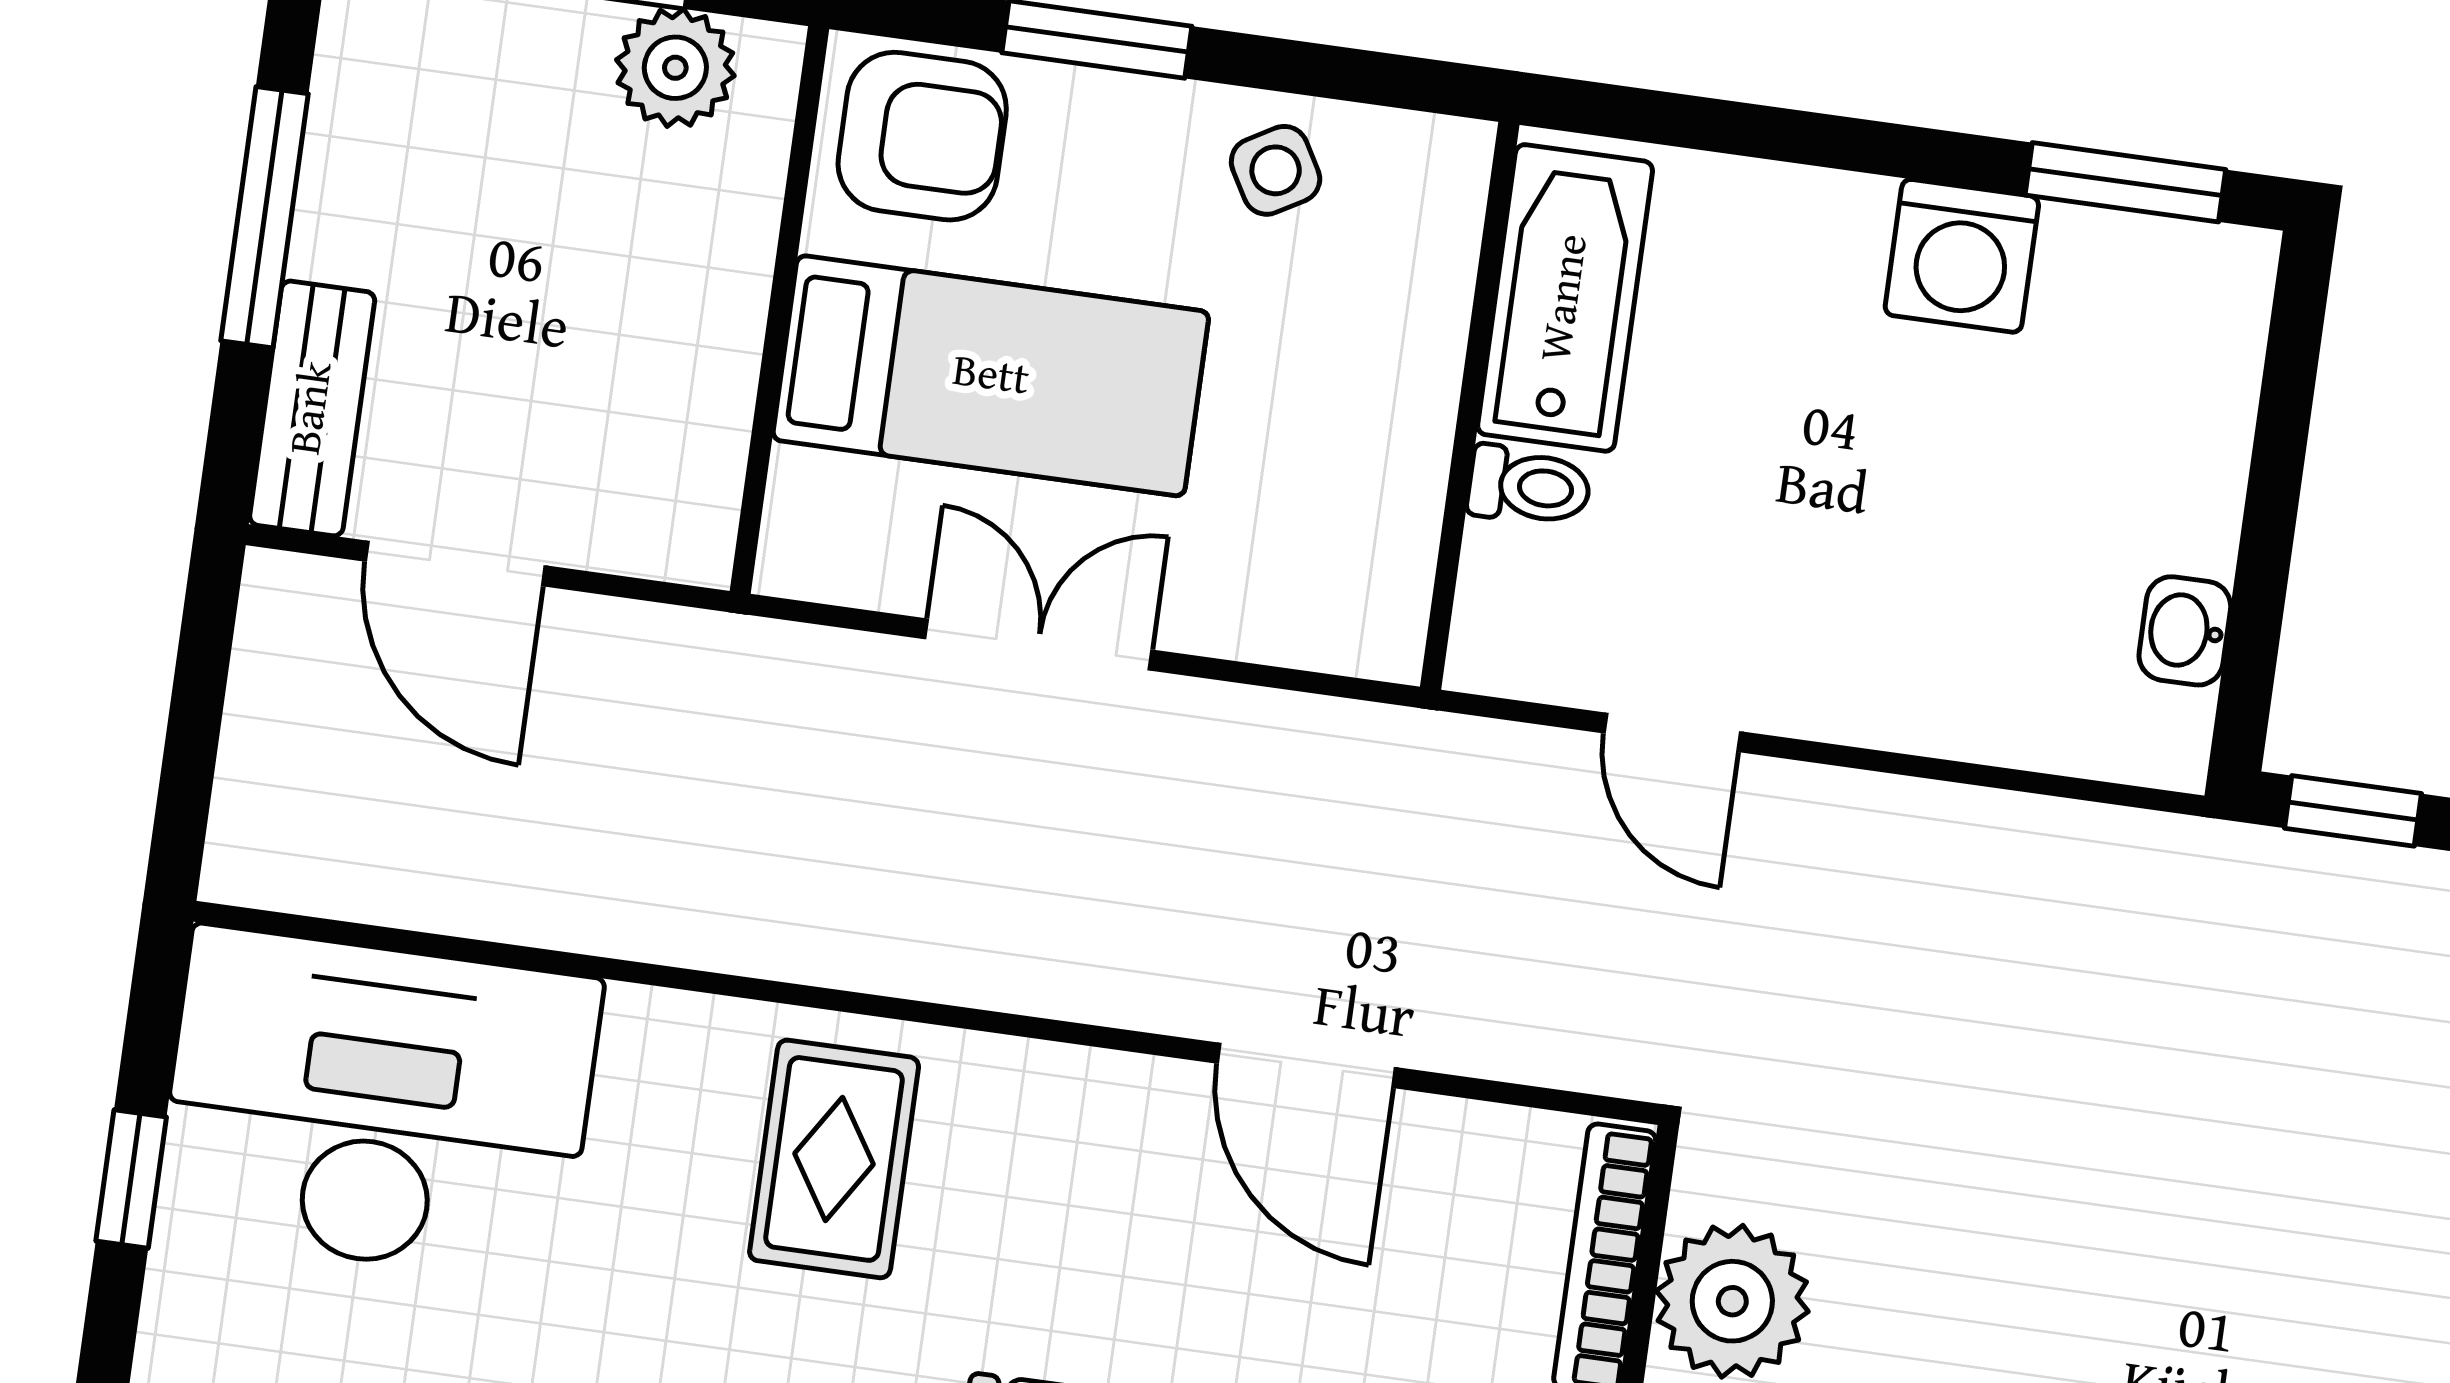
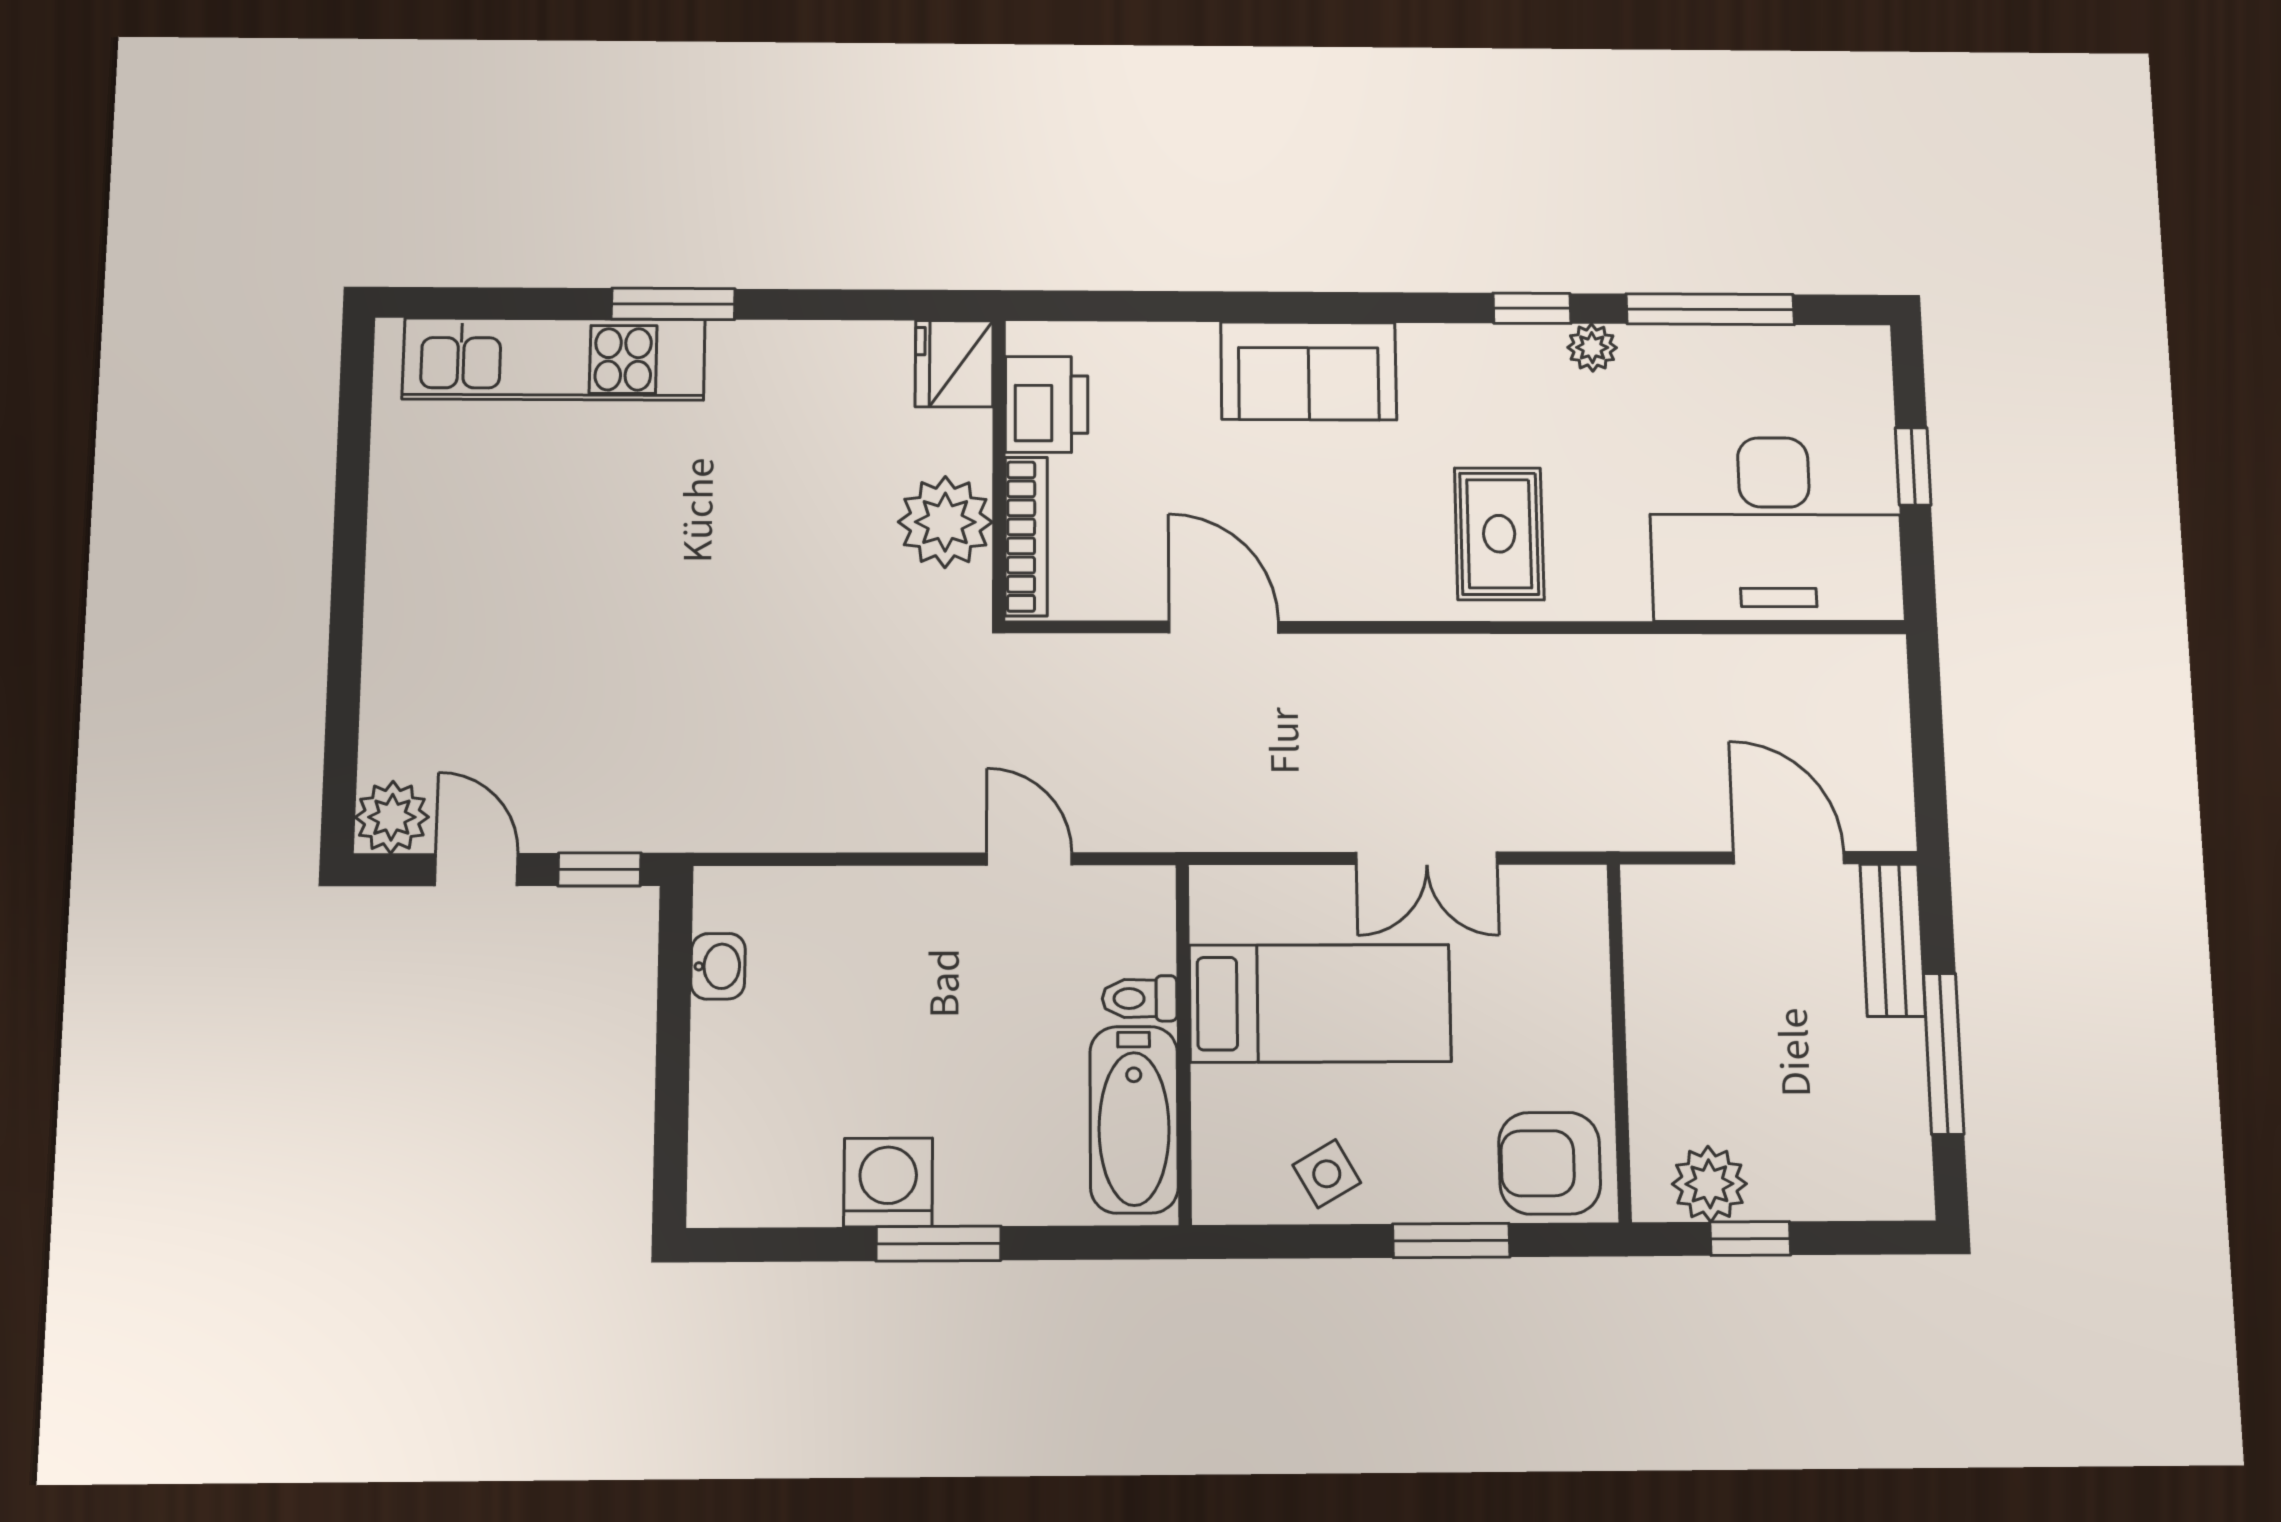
window: (2125, 182) -> (939, 1244), moved
bed: (991, 376) -> (1320, 1003), moved, turned 180

